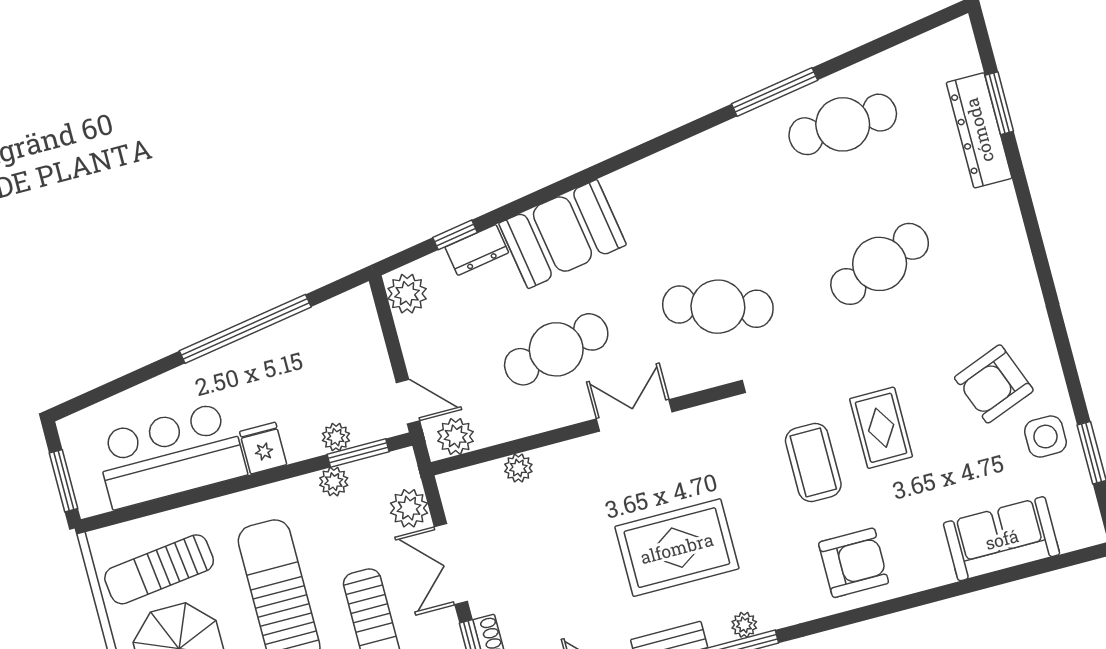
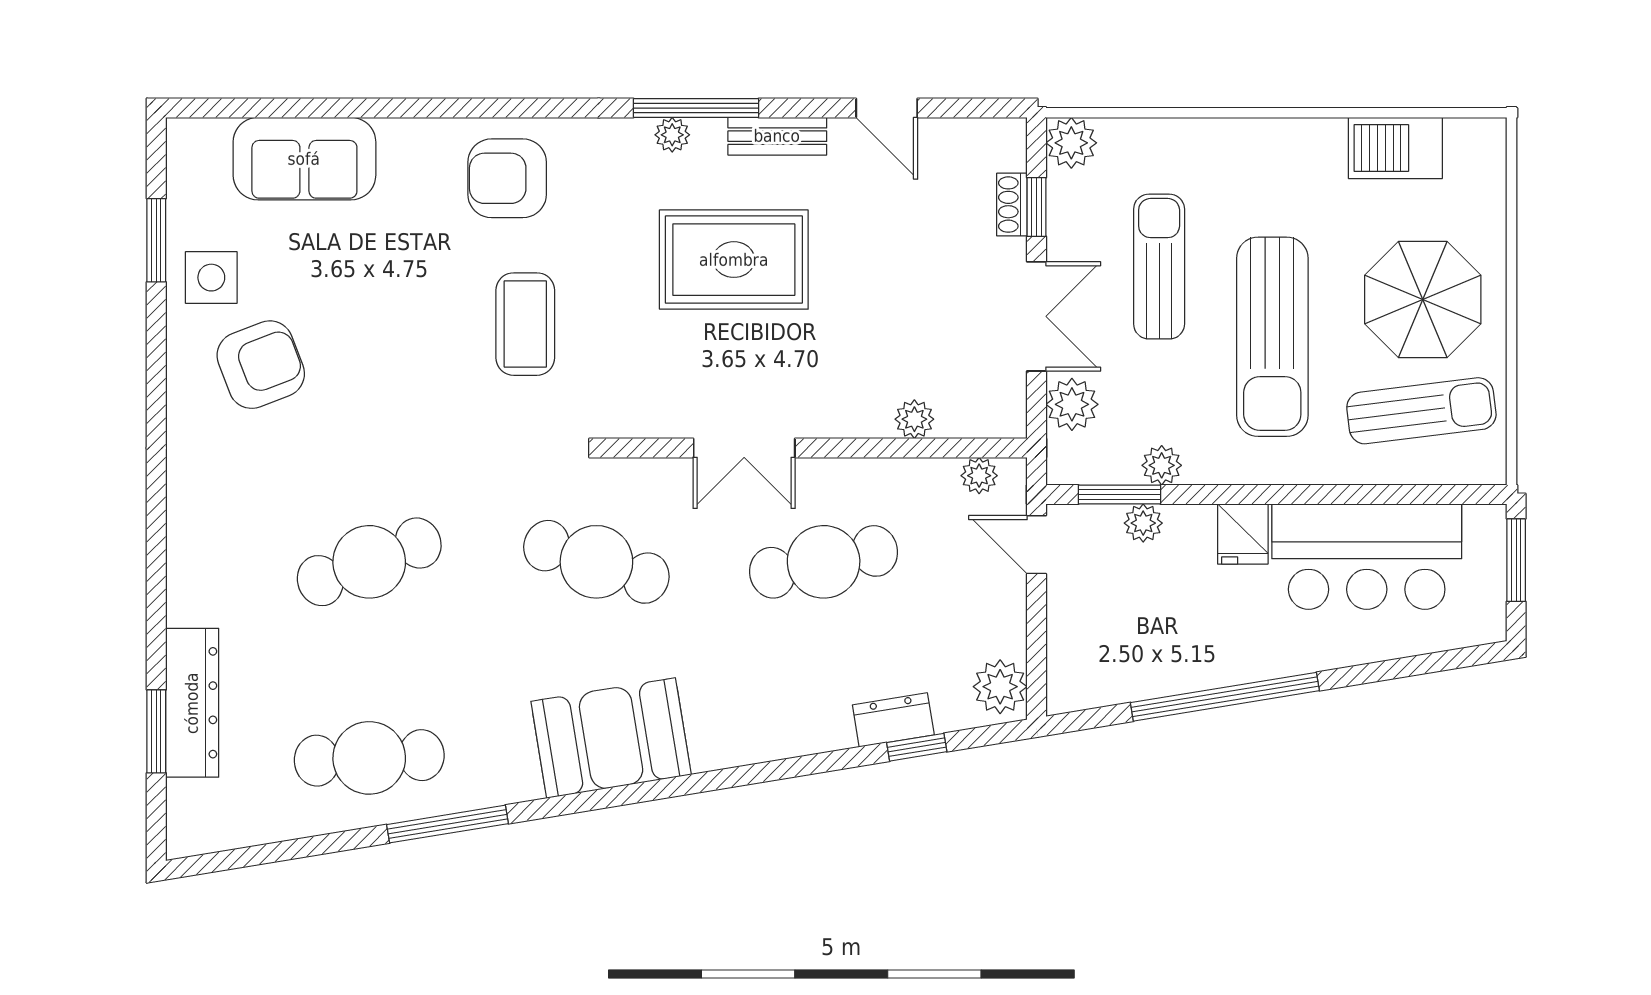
booth: (562, 234) -> (611, 738), moved
rug: (881, 428) -> (424, 346), removed
plant: (456, 436) -> (979, 476), width x0.73, depth x0.73

